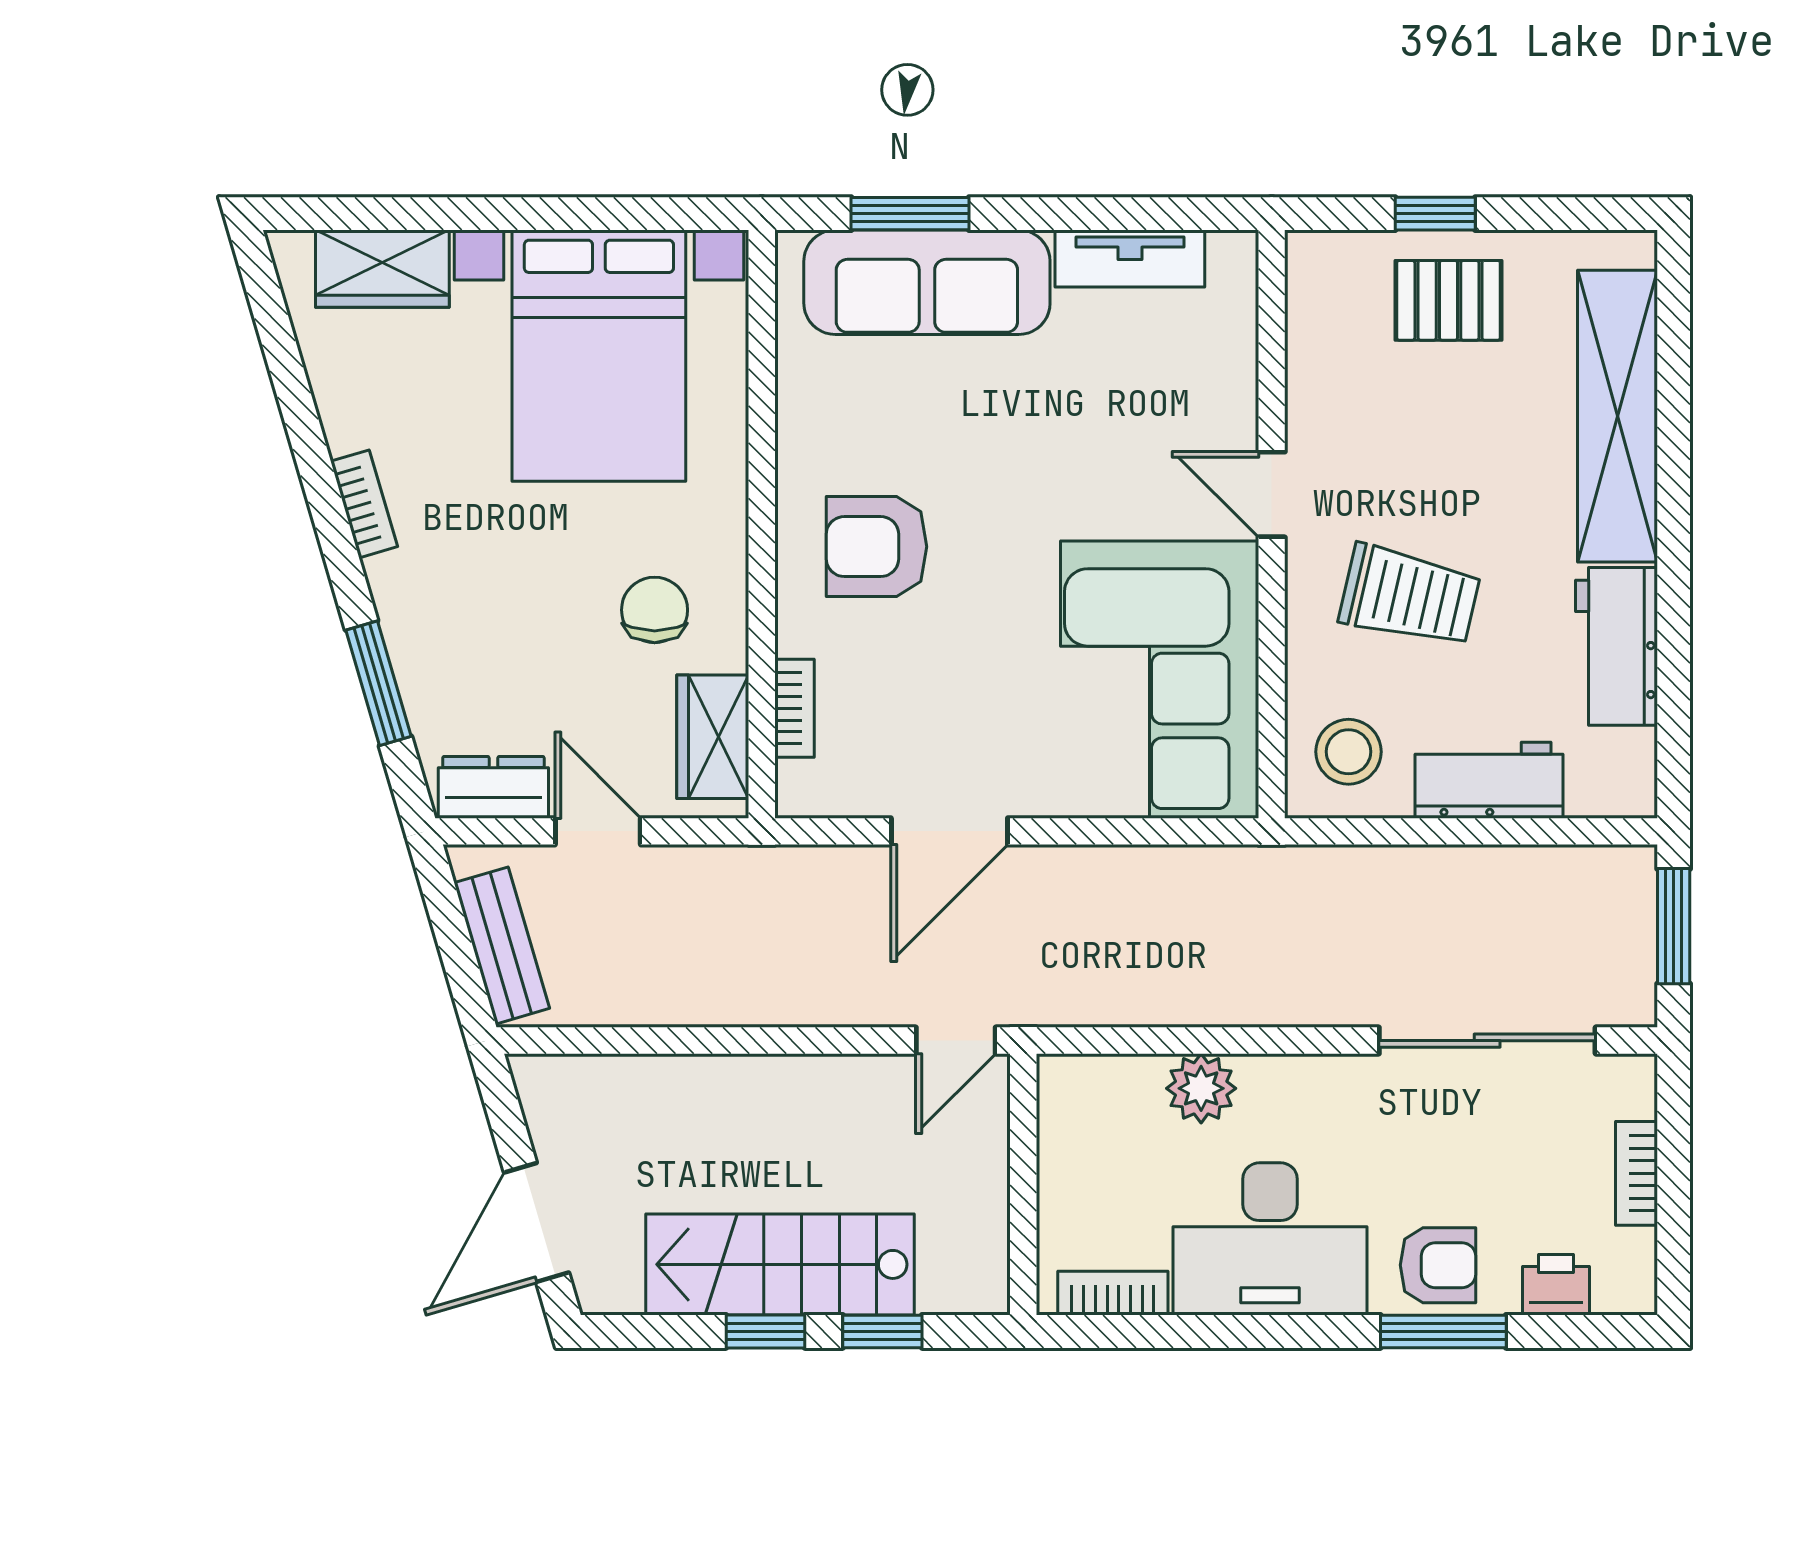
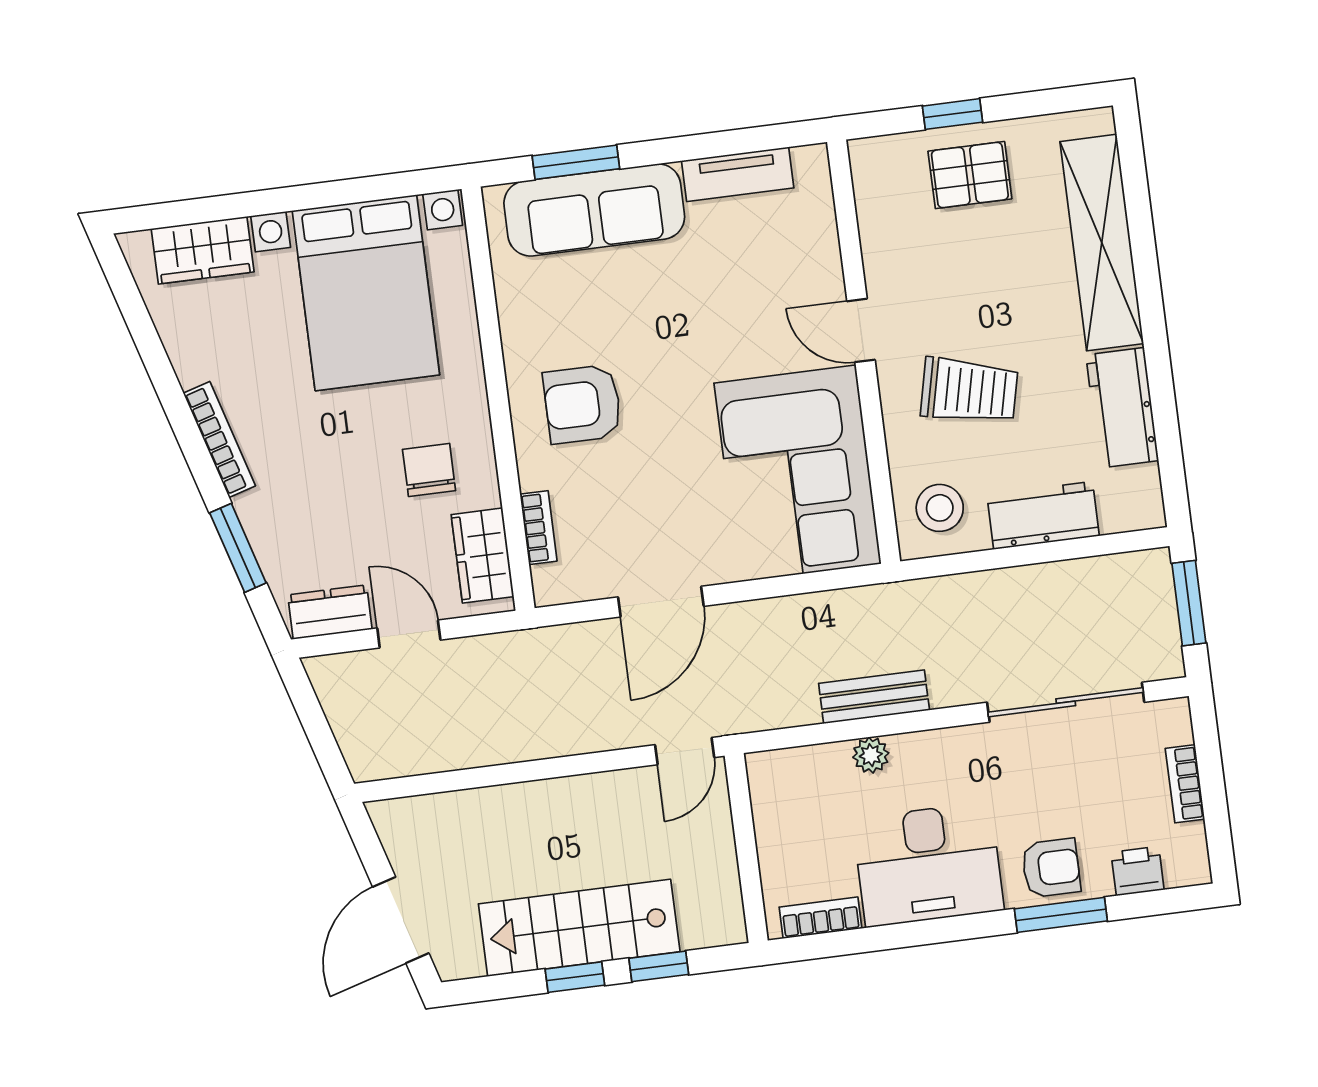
bookcase: (364, 504) -> (219, 439), width x1.56
bench: (502, 946) -> (874, 697), moved, turned -74
plant: (1201, 1088) -> (871, 755), width x0.73, depth x0.73

